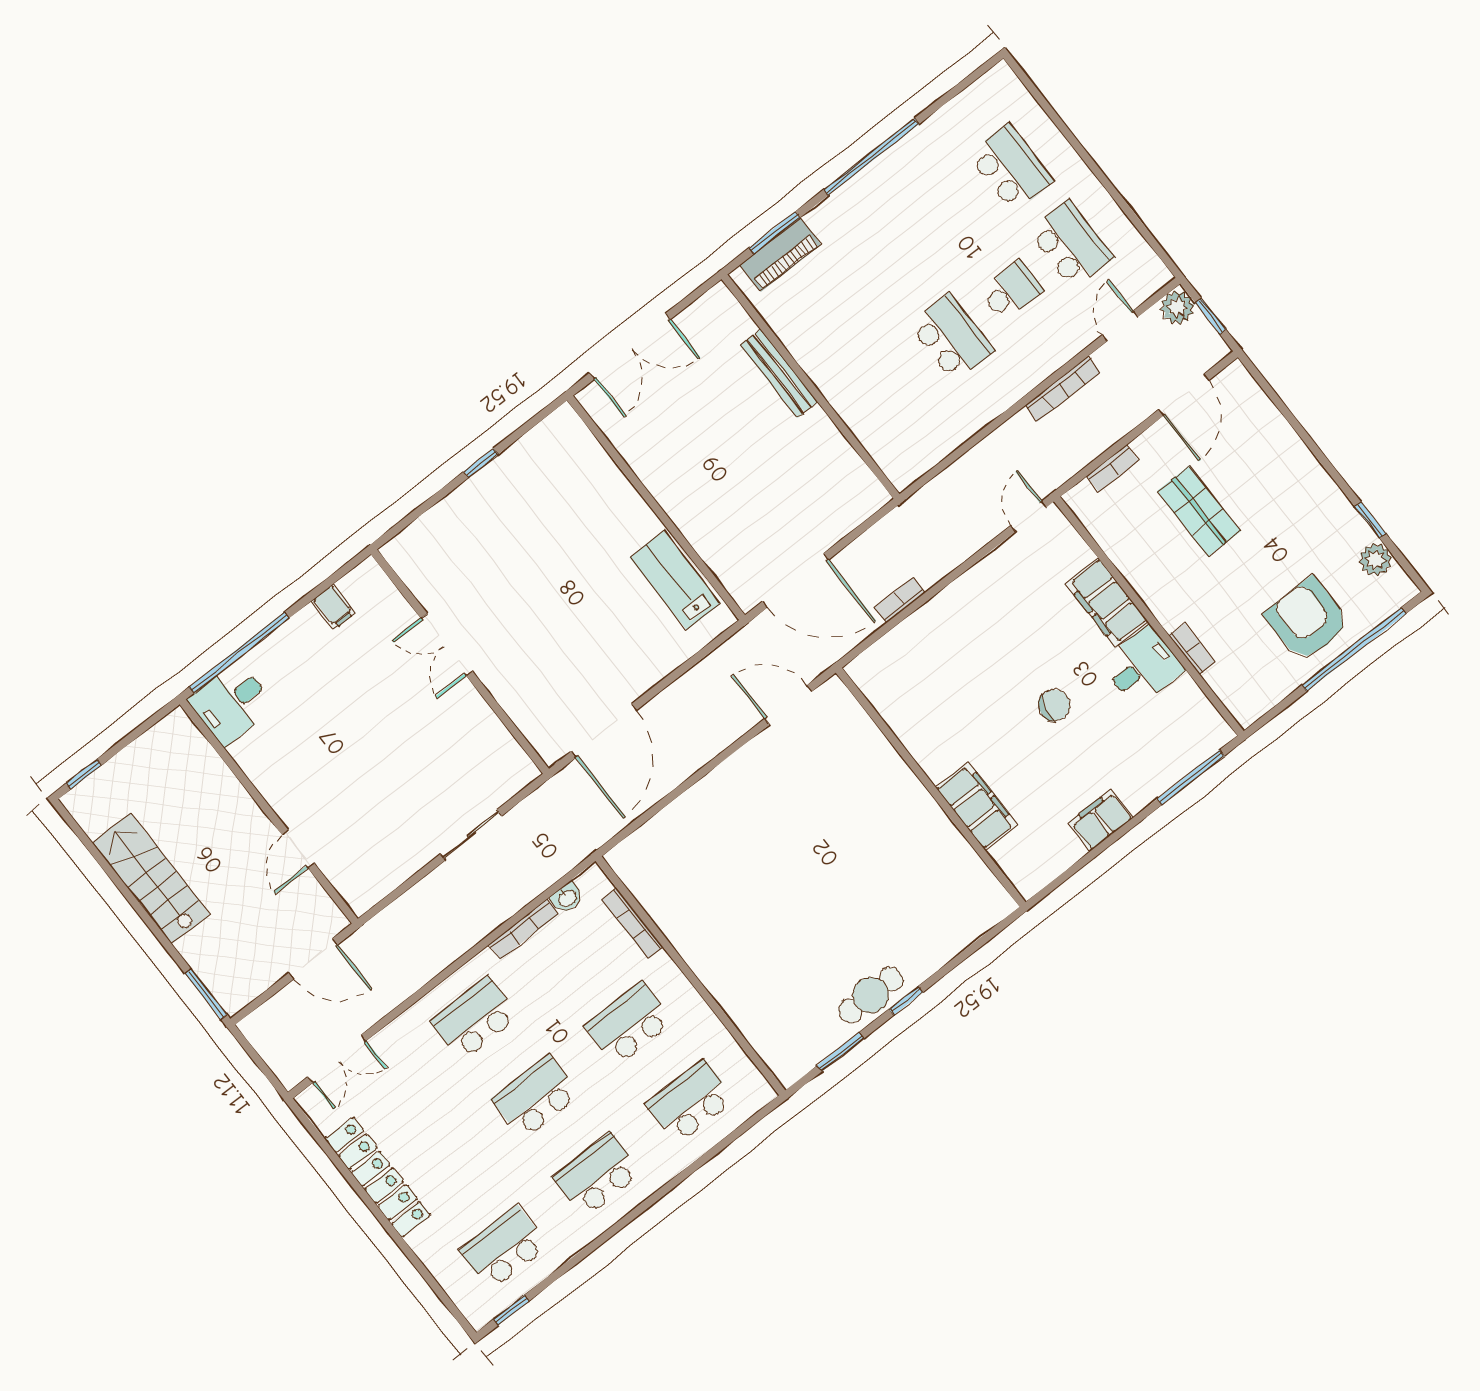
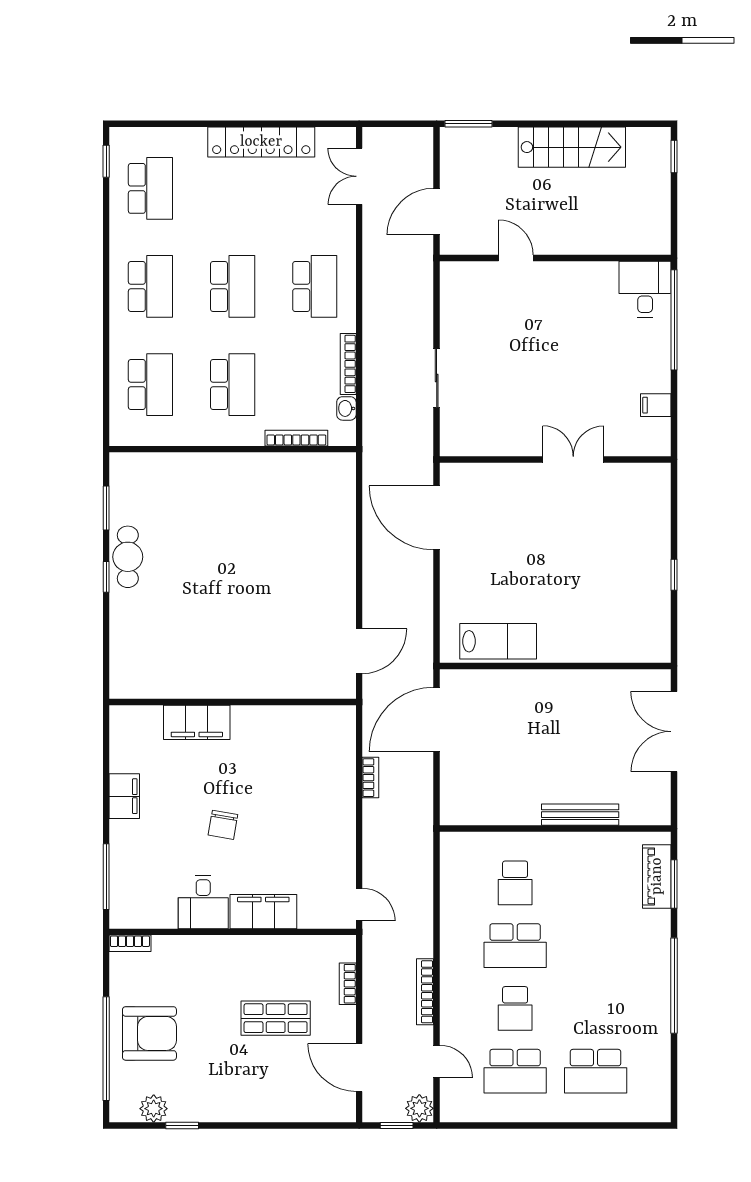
school desk: (892, 384) -> (515, 883), added
bookcase: (1192, 649) -> (130, 943), moved

